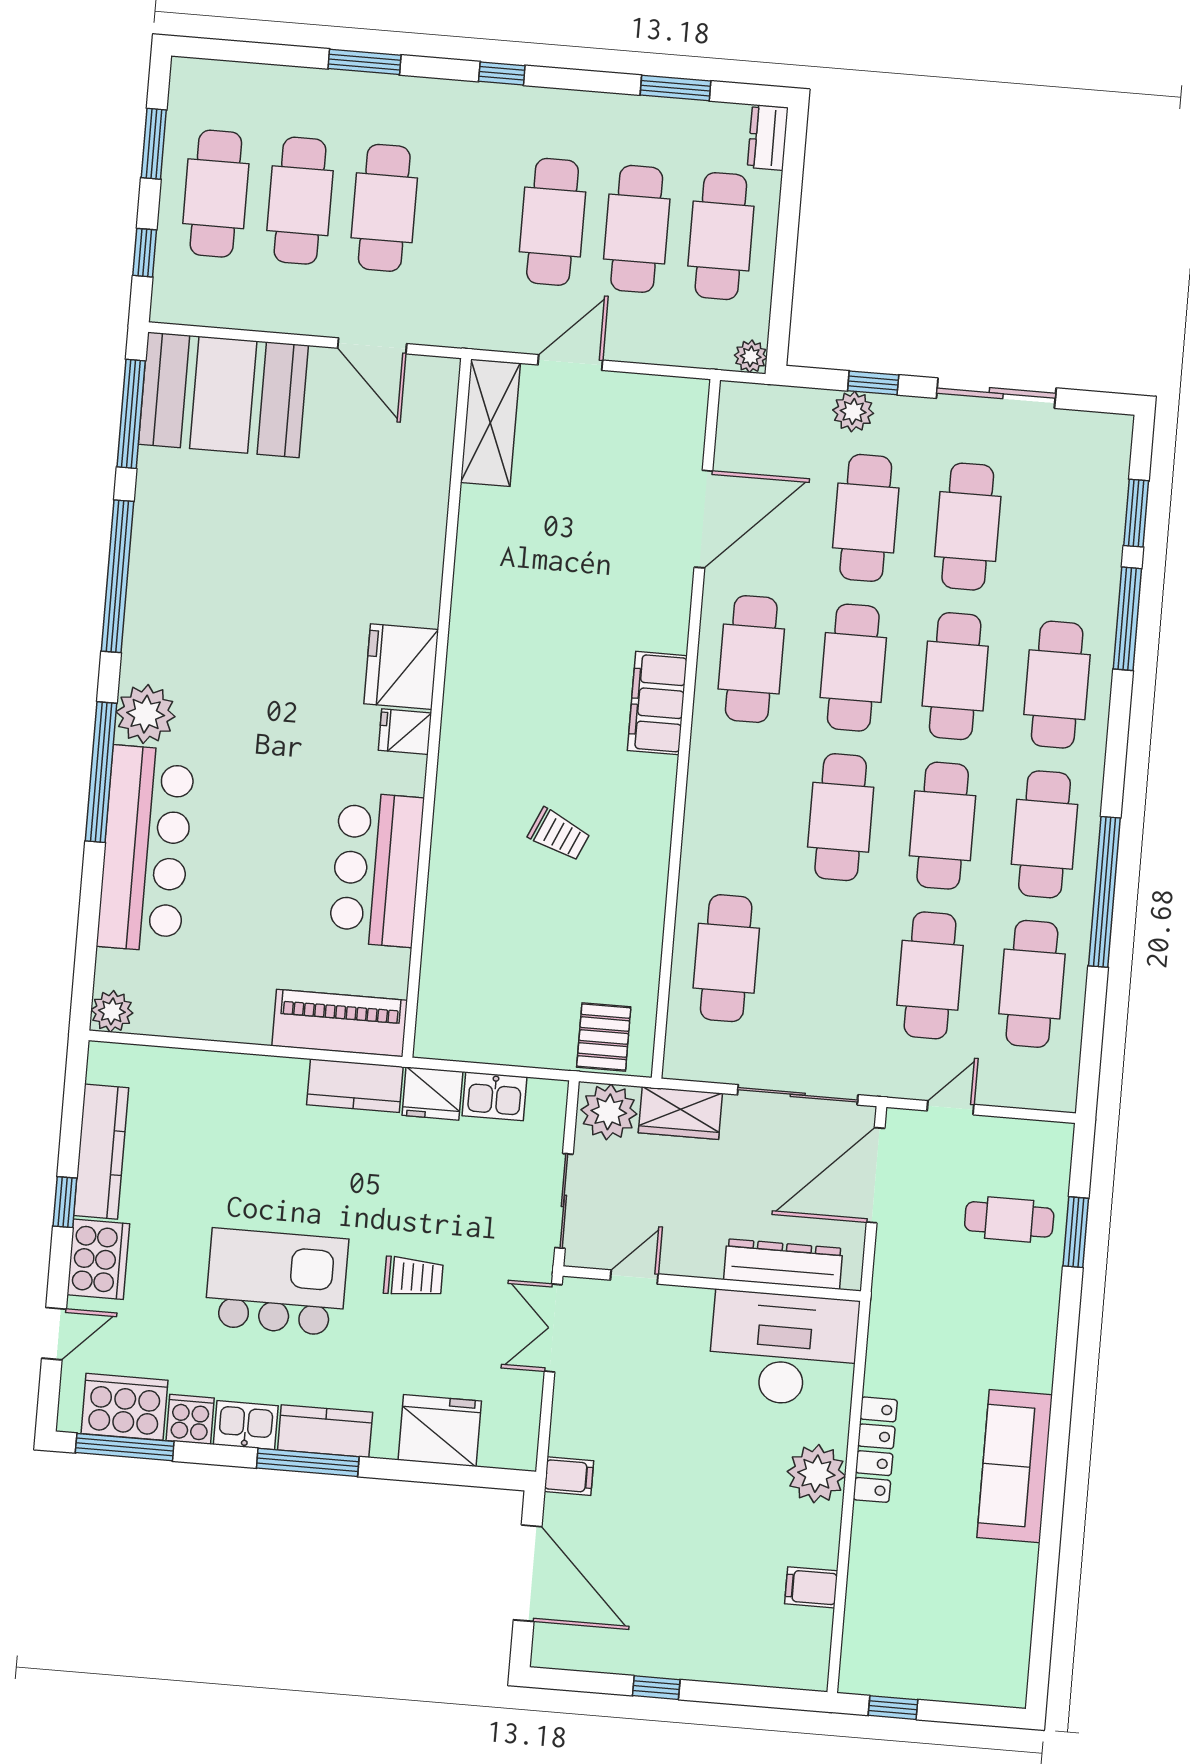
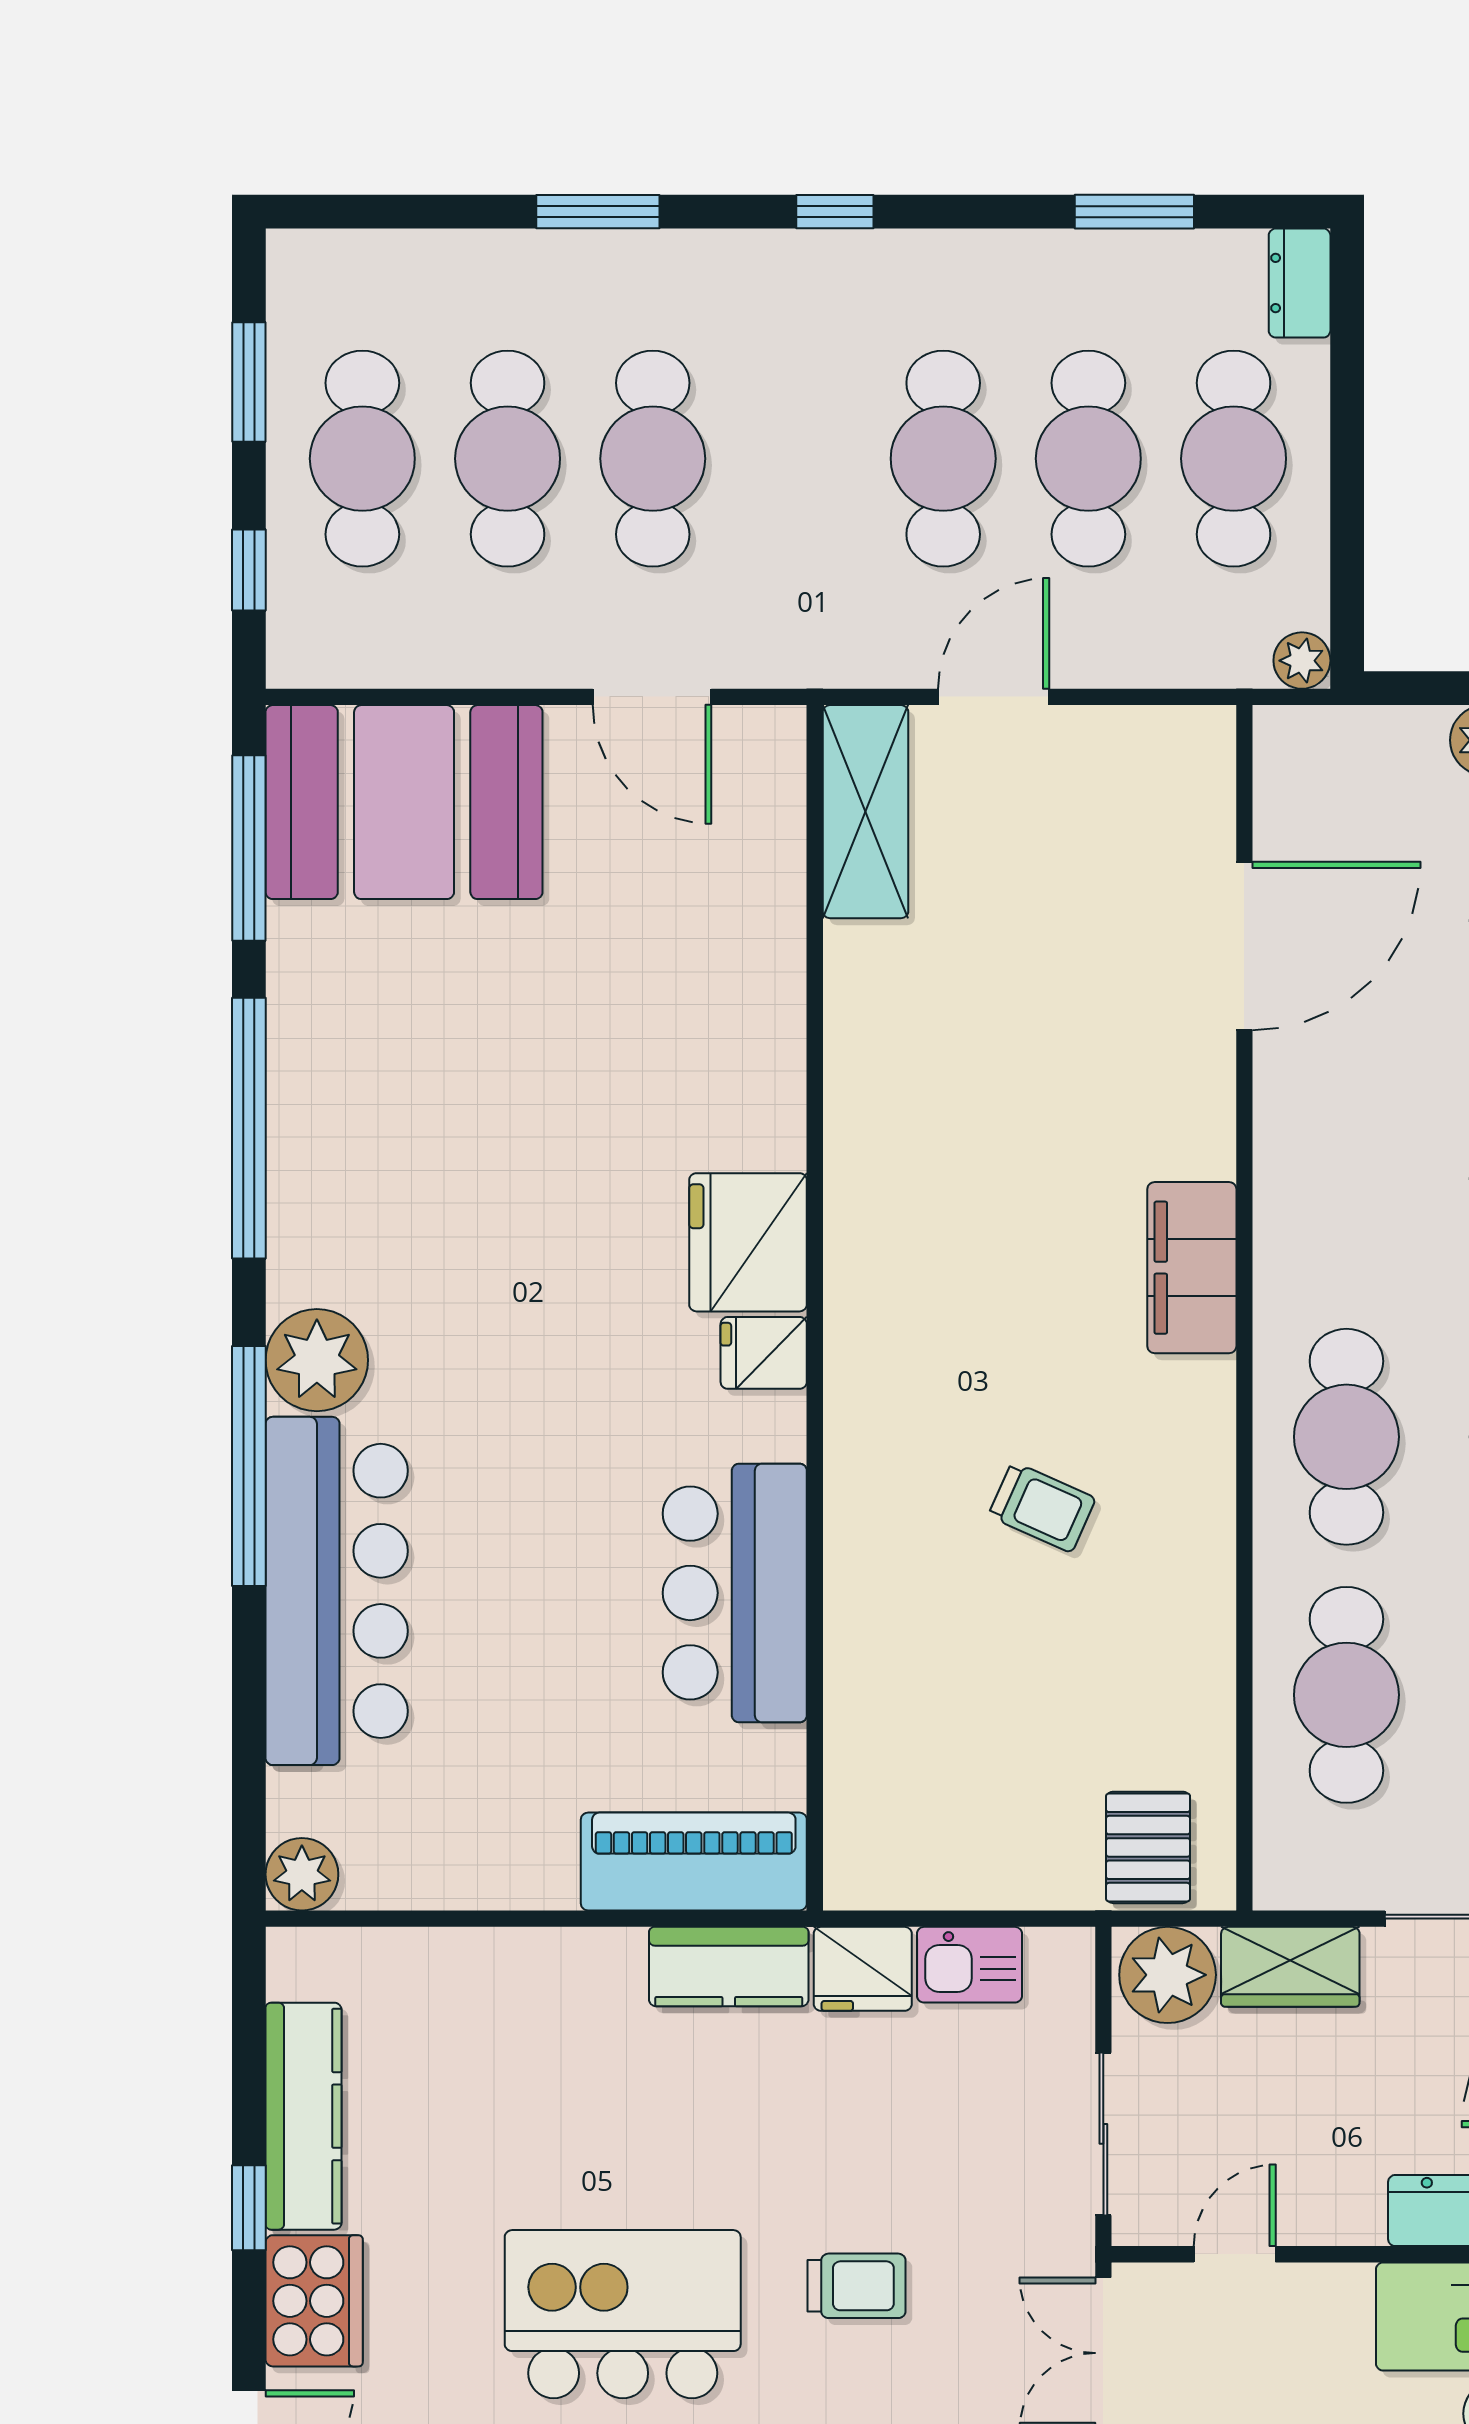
cafe table: (751, 659) -> (1346, 1437), moved

